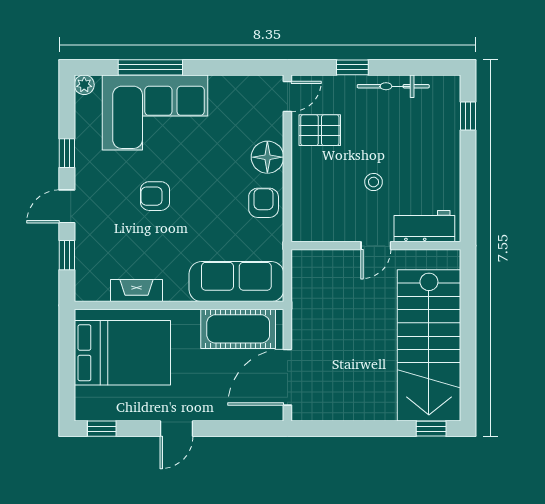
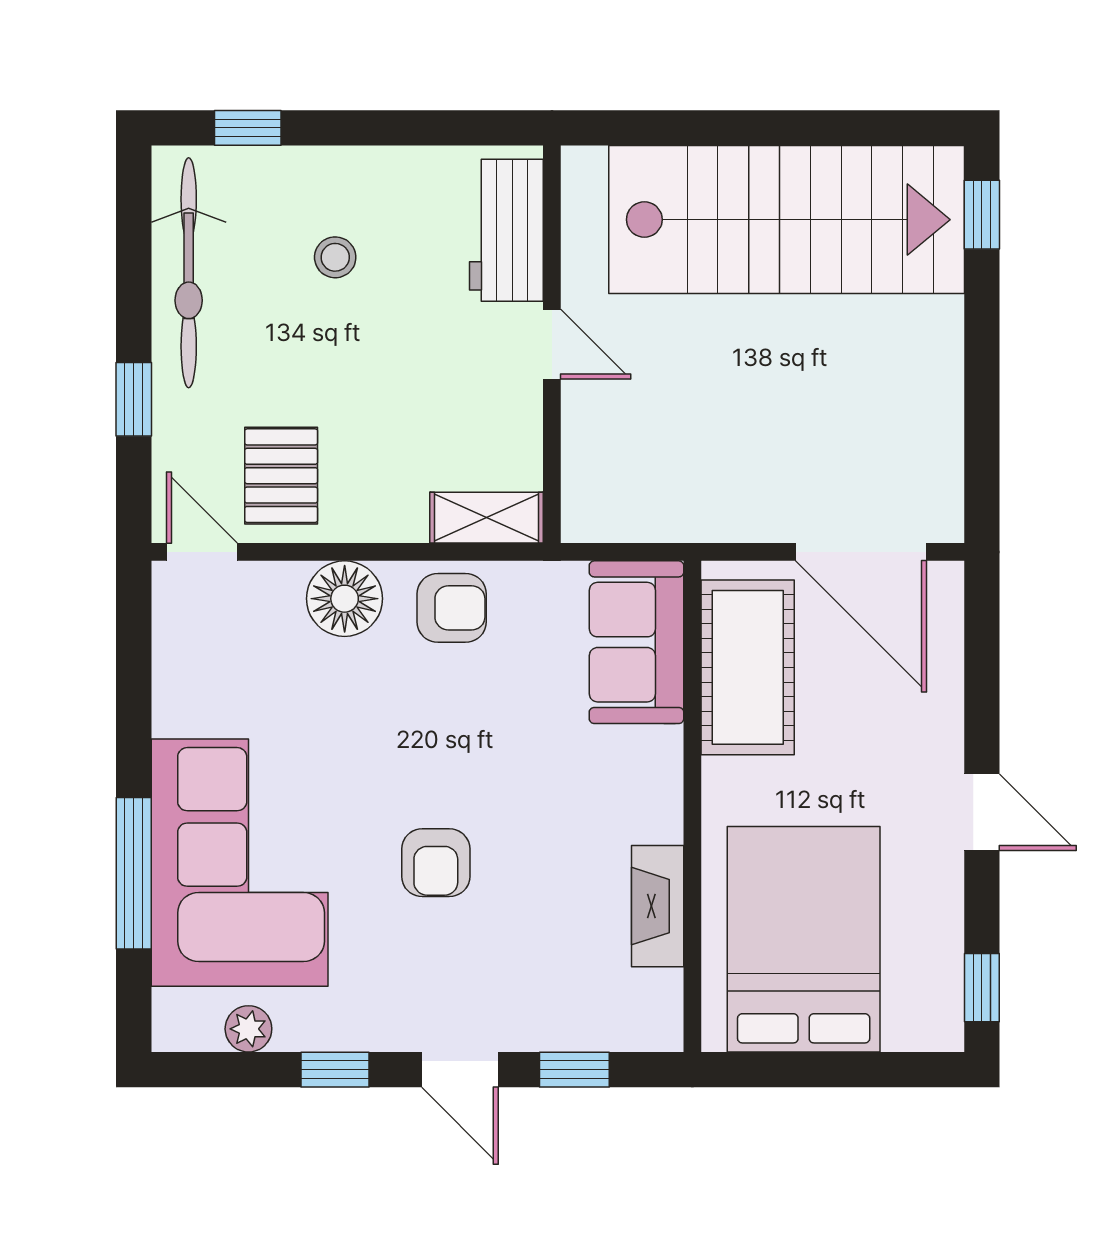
plant: (84, 85) -> (248, 1029), moved
bicycle: (393, 86) -> (189, 273), width x1.37, depth x1.40
stool: (374, 182) -> (335, 257), moved
armchair: (264, 203) -> (452, 608), turned 180
shelving: (302, 218) -> (487, 518), added
sofa: (236, 282) -> (636, 642), width x0.73

